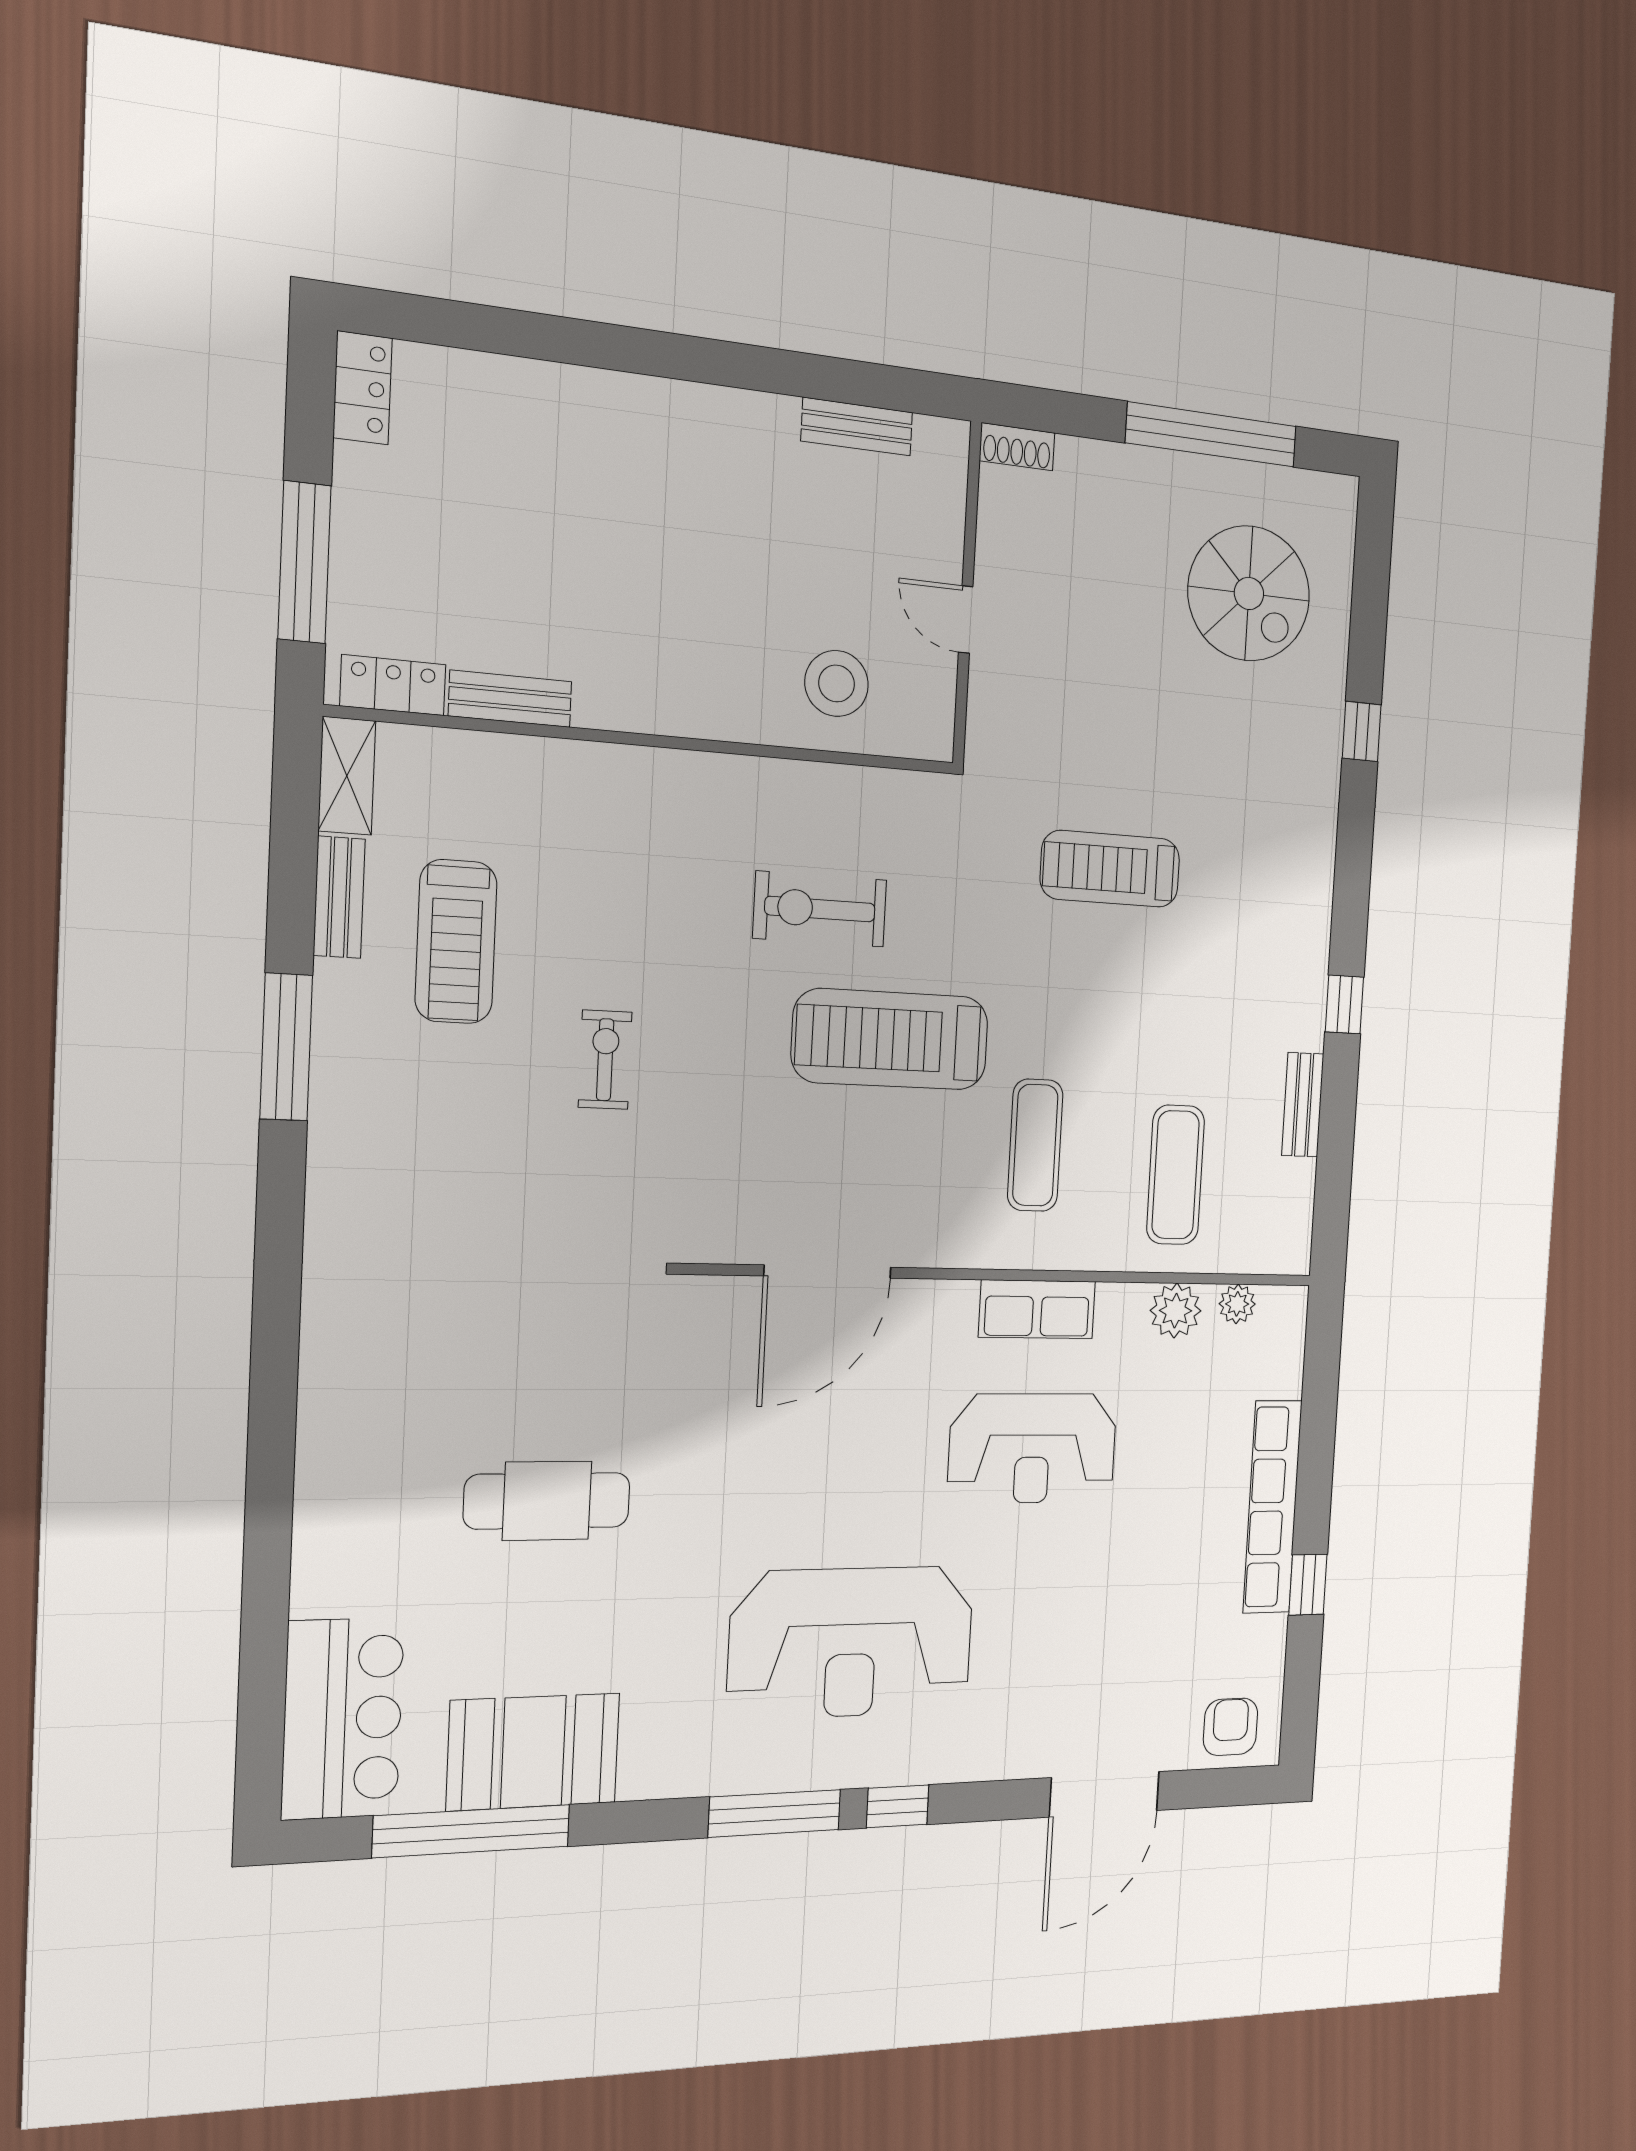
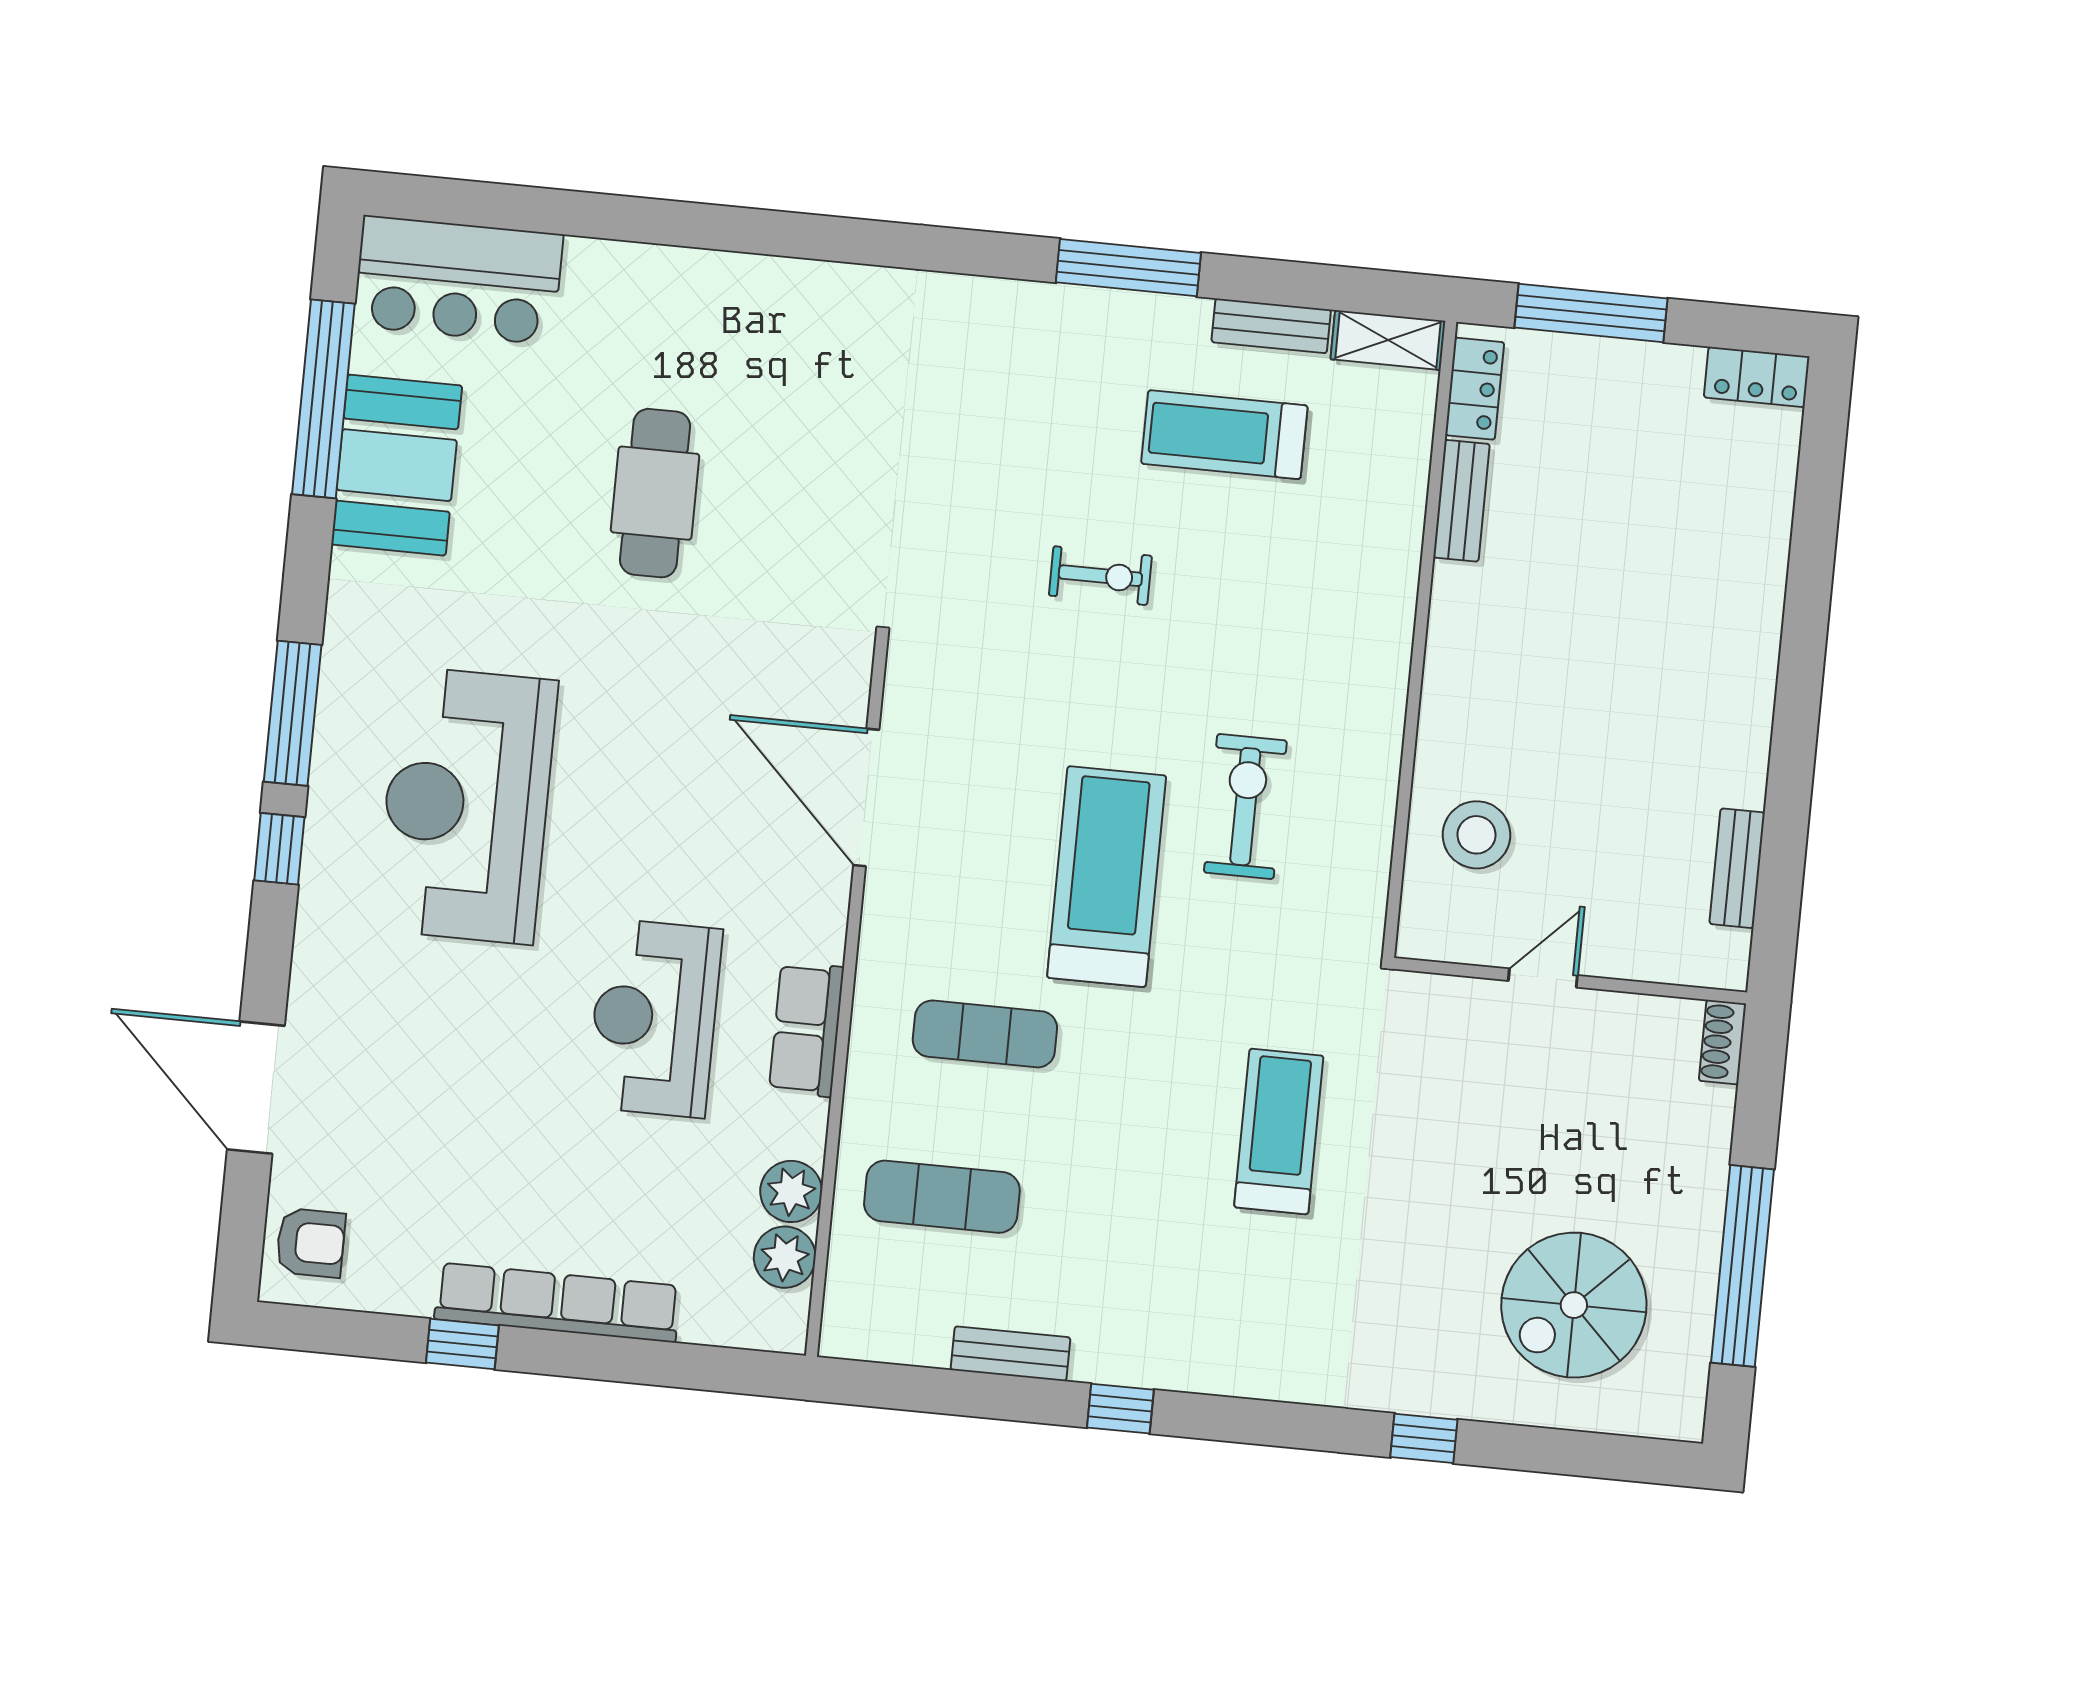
plant: (1237, 1304) -> (785, 1257), width x1.38, depth x1.38

